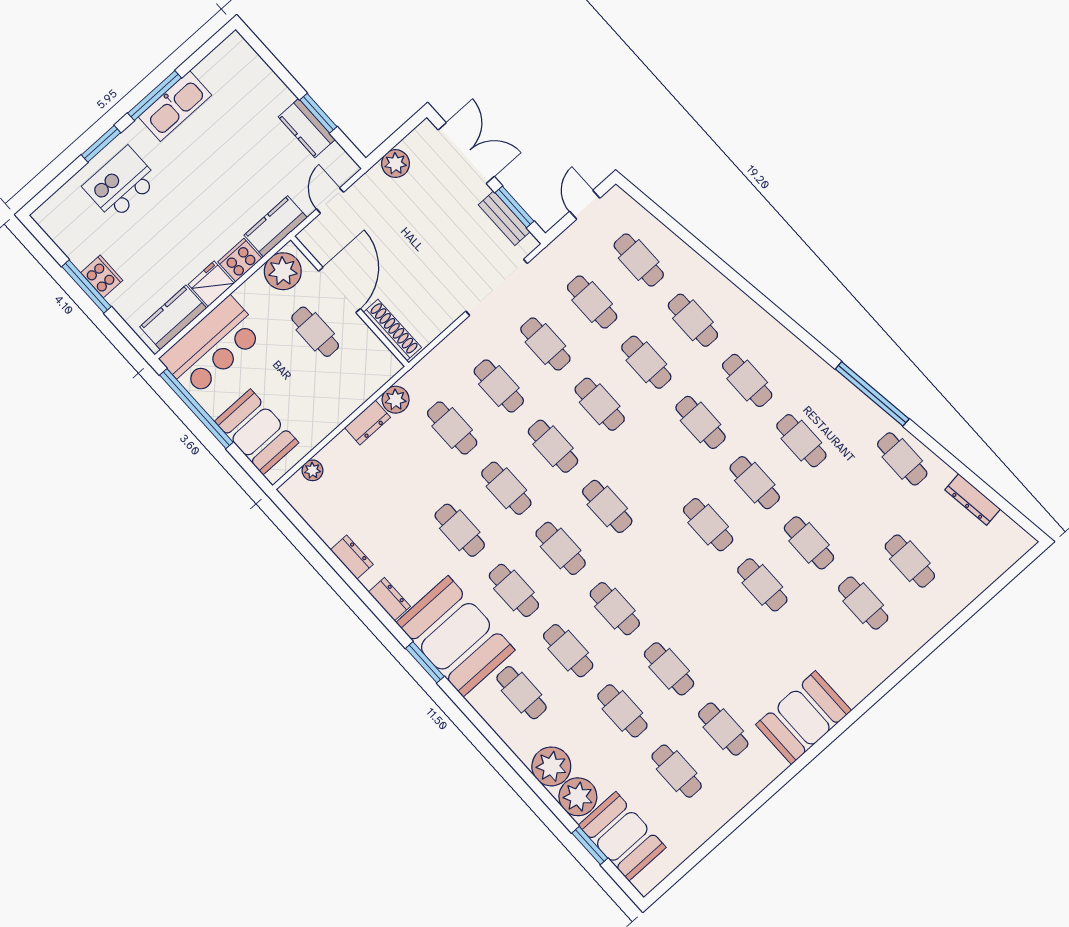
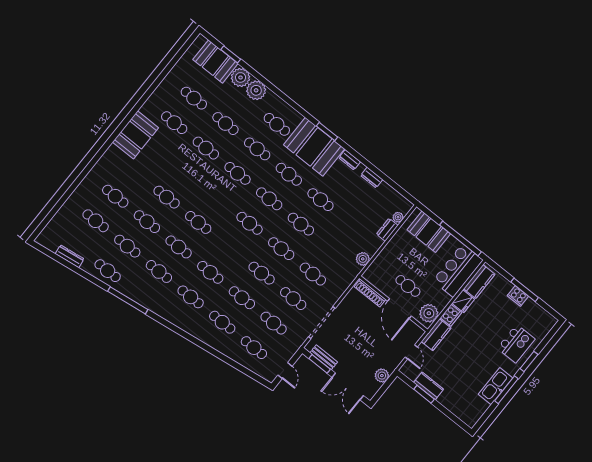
dresser: (368, 423) -> (387, 230), moved
cafe table: (452, 428) -> (127, 246), moved

